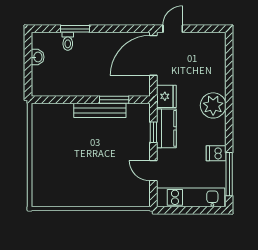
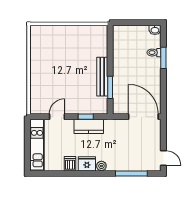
door: (173, 29) -> (163, 158), moved
washbasin: (38, 57) -> (155, 30), moved
fridge: (166, 96) -> (87, 164), moved, turned 180
plant: (213, 105) -> (101, 166), width x0.53, depth x0.53
window: (229, 174) -> (131, 174), moved

